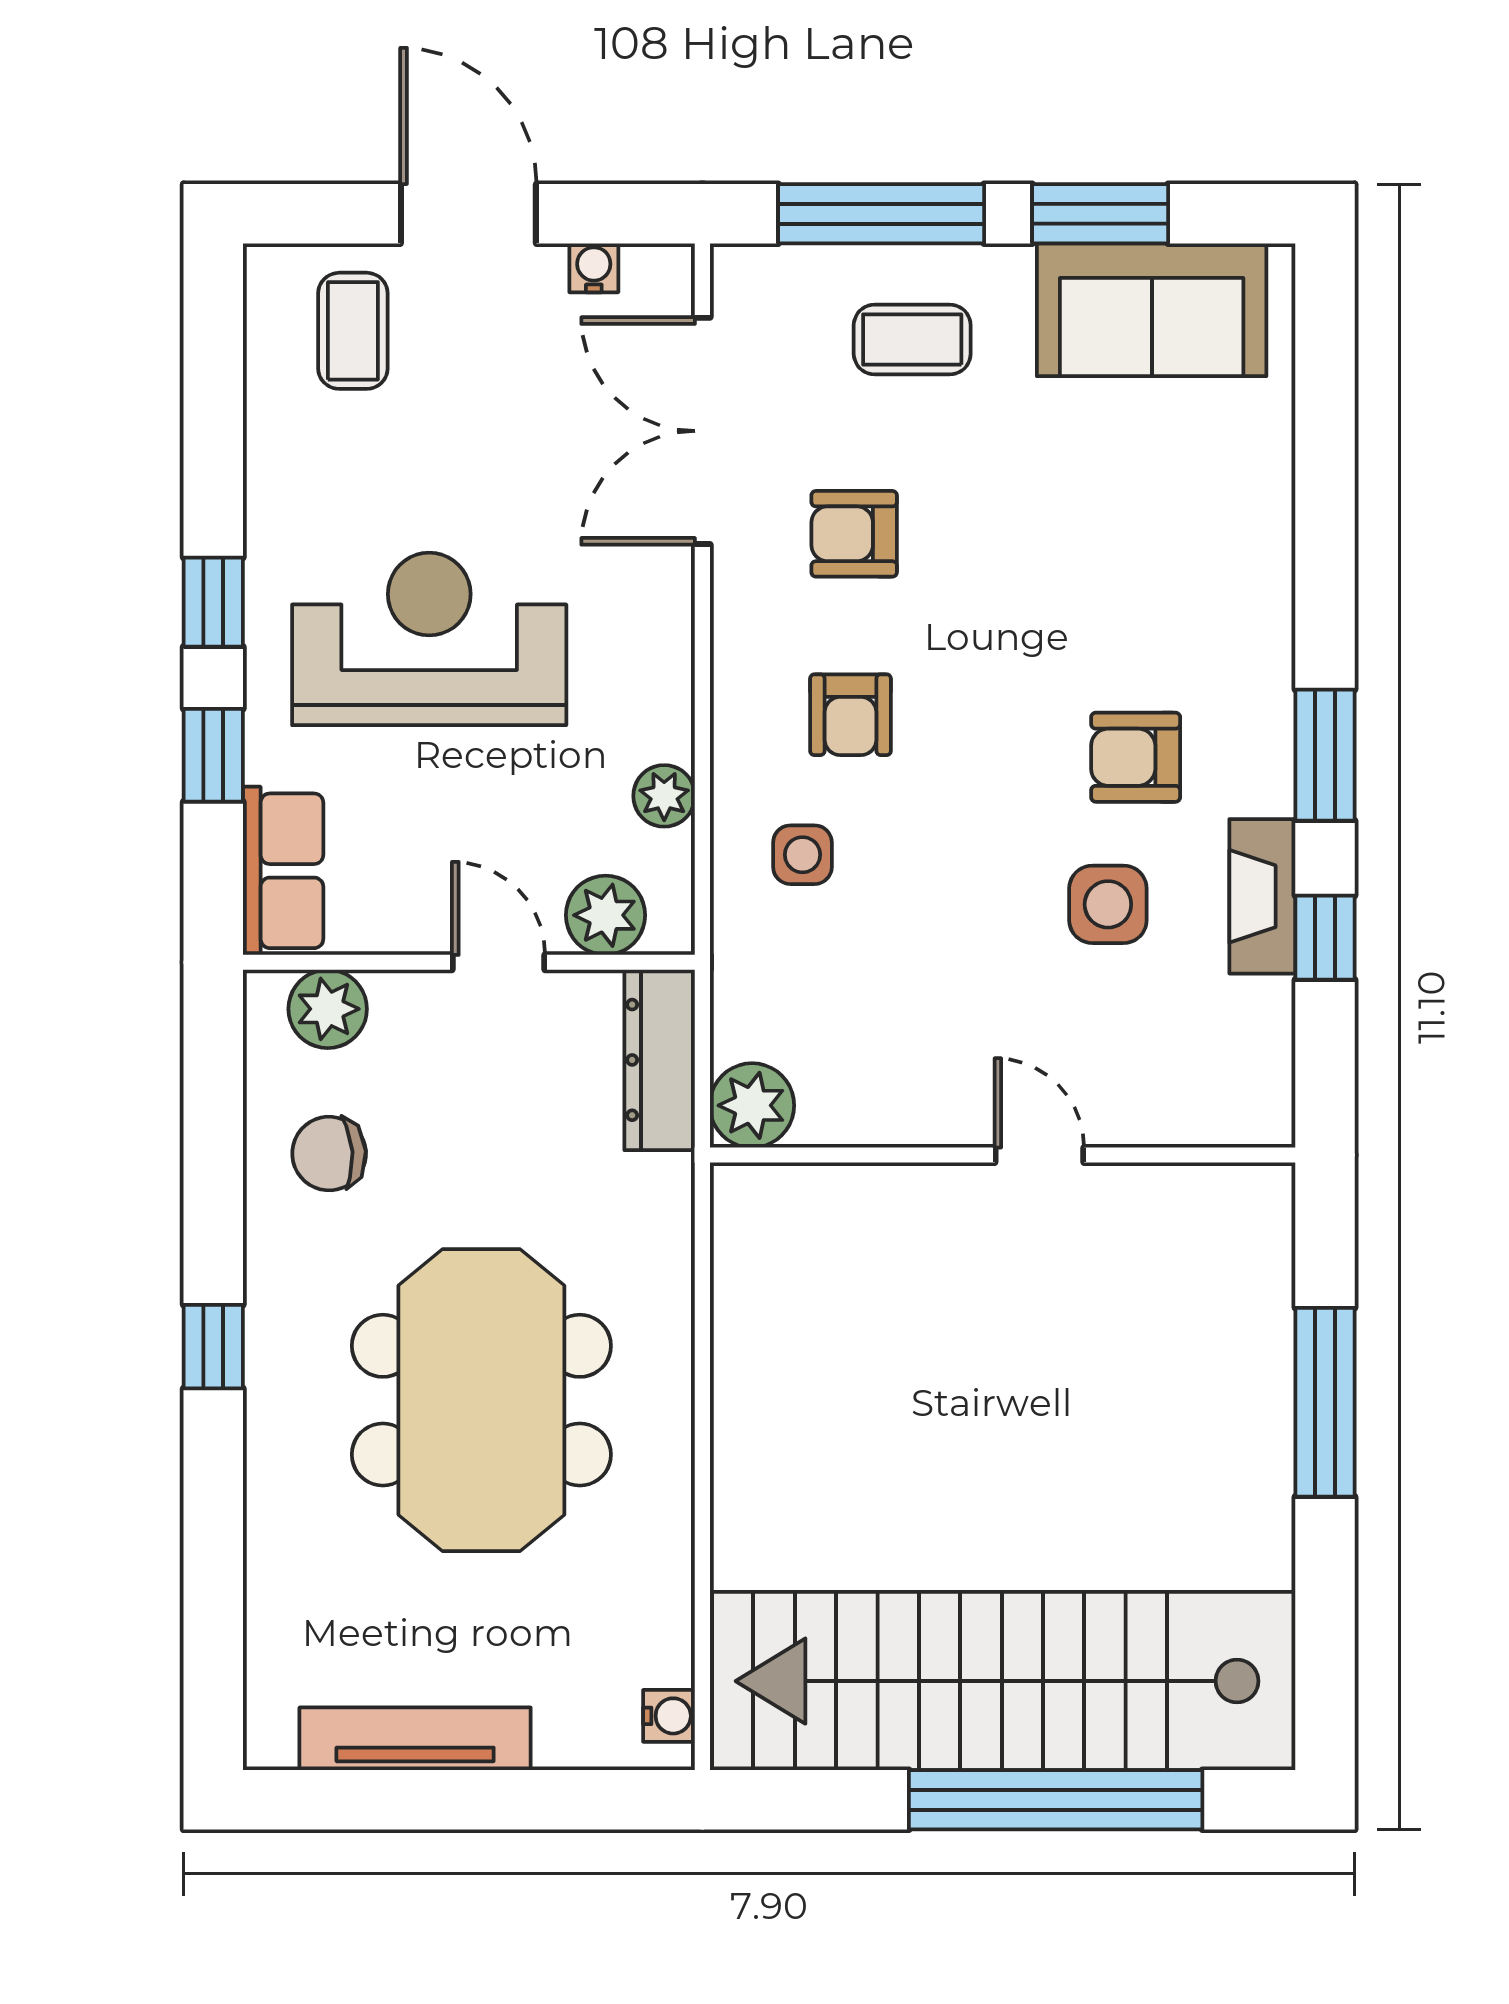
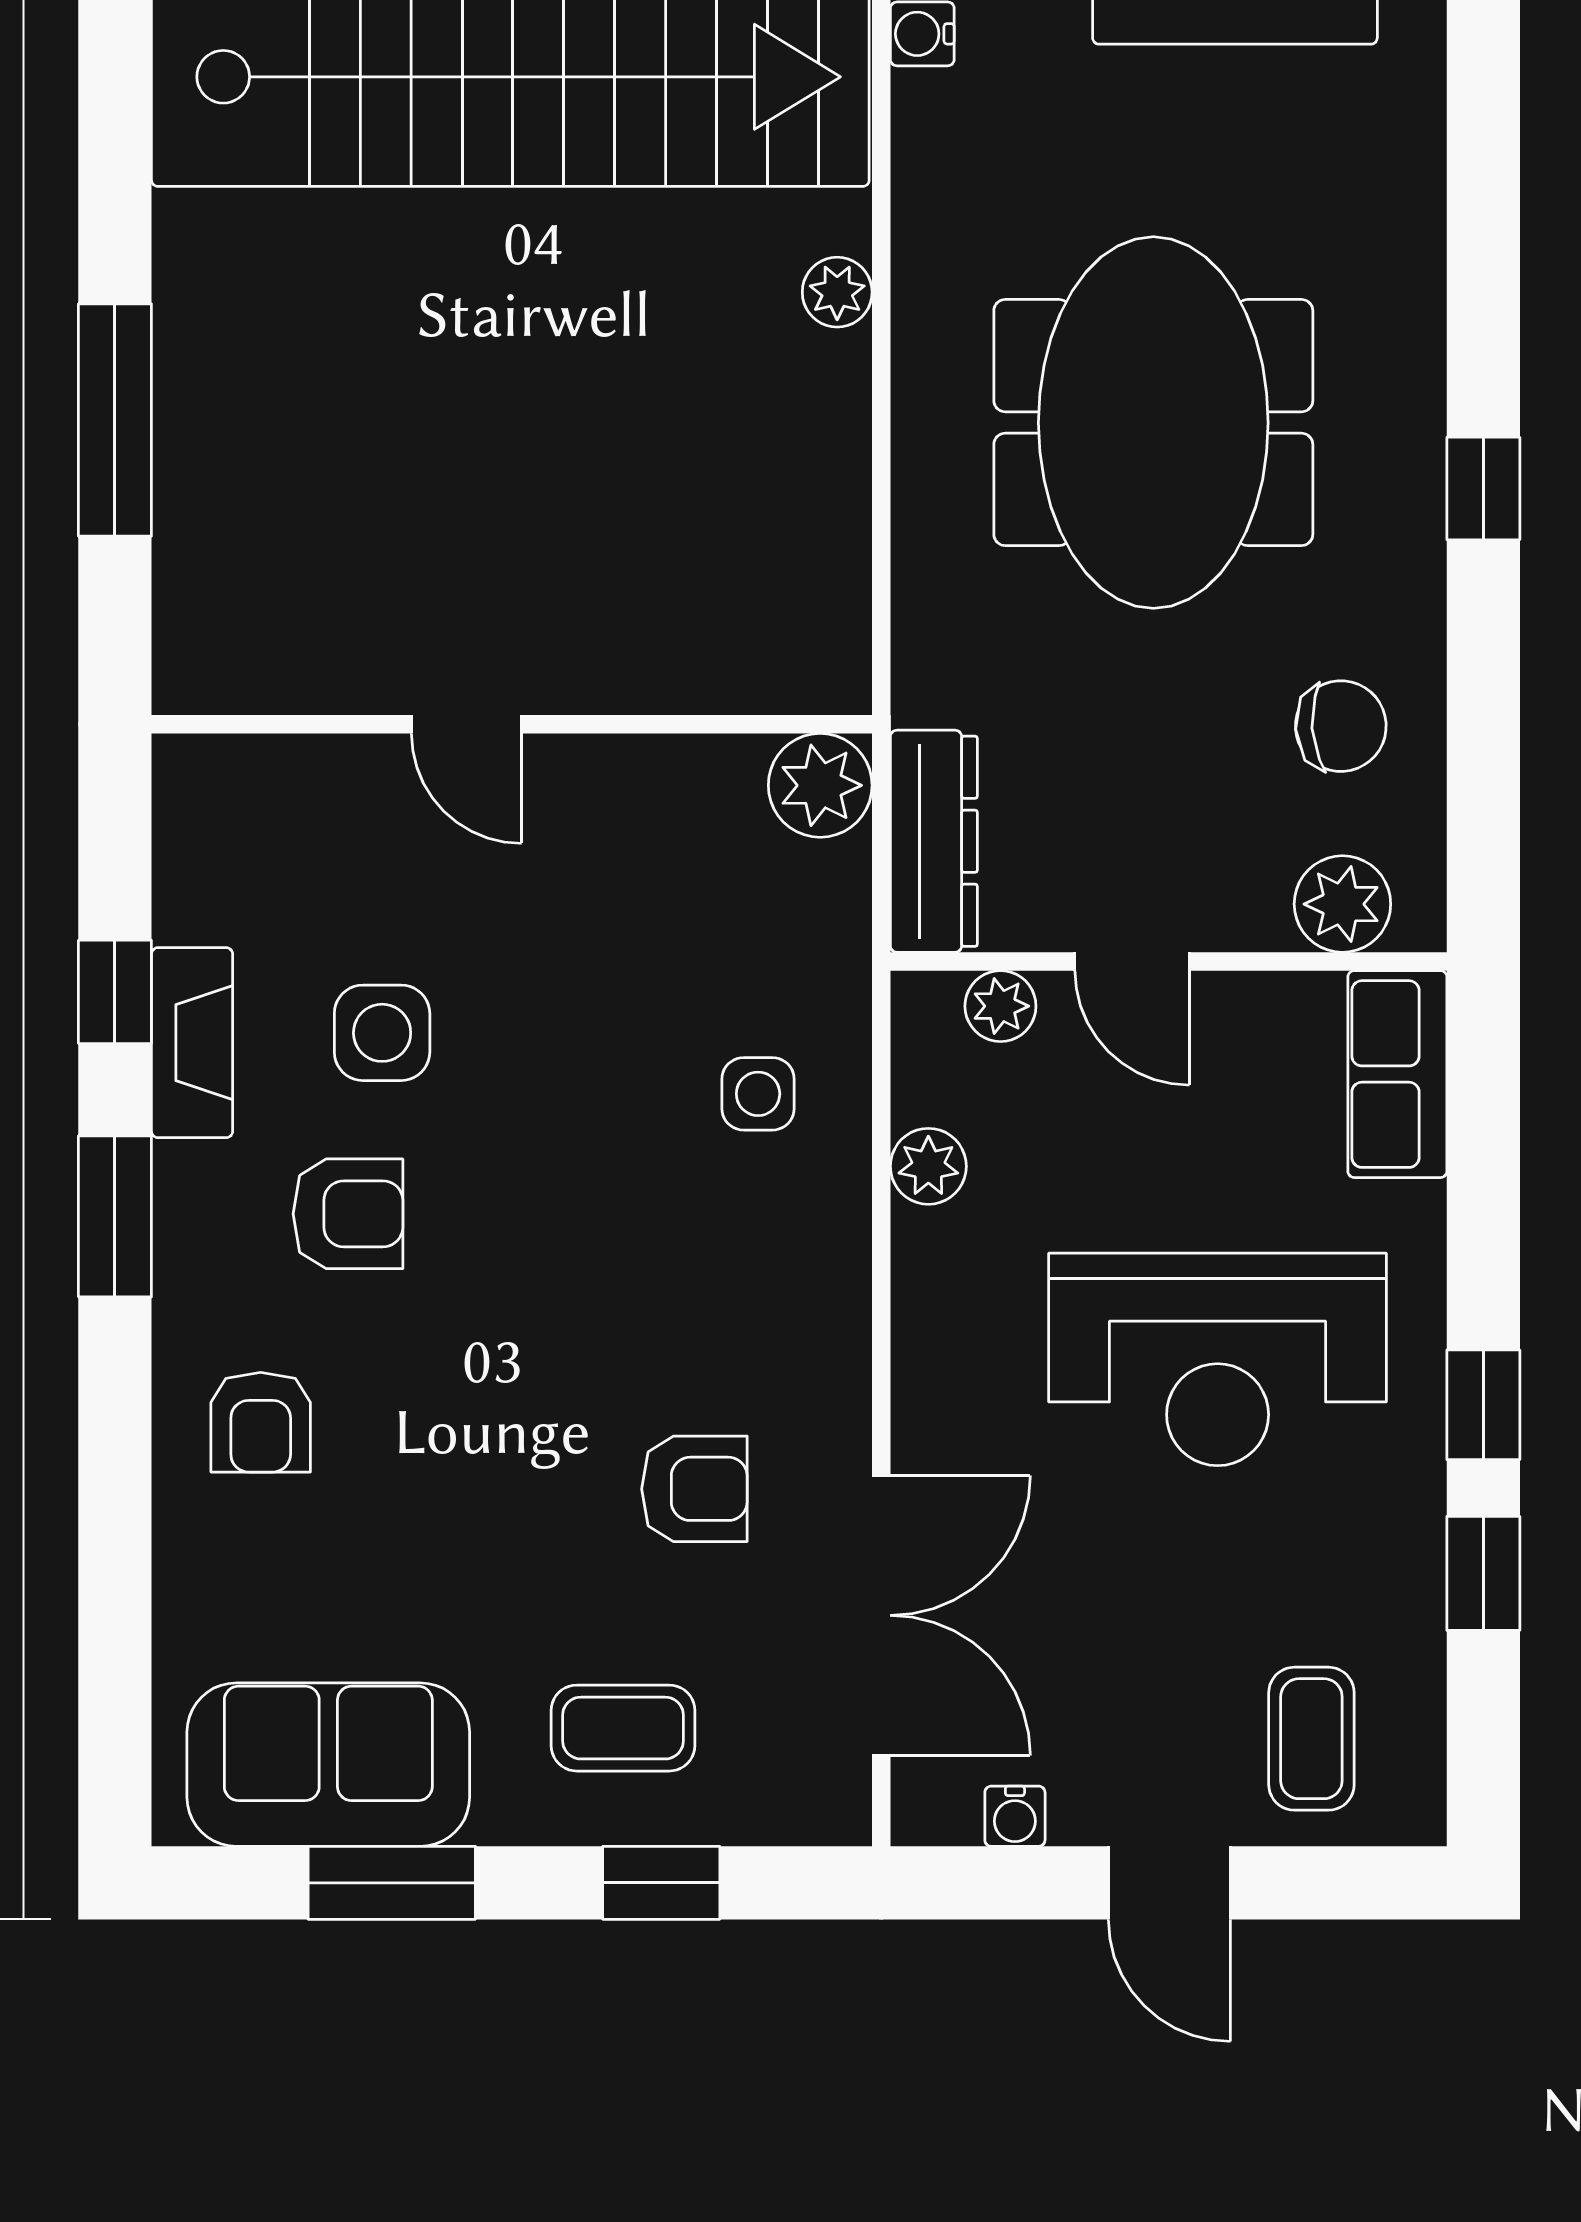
door: (468, 214) -> (1169, 1883), width x0.73
window: (881, 214) -> (661, 1883), width x0.46
armchair: (850, 715) -> (261, 1422), moved, turned 180
window: (213, 755) -> (1483, 1573), moved
plant: (606, 915) -> (1000, 1006), width x0.73, depth x0.73
plant: (738, 1506) -> (837, 292), added

